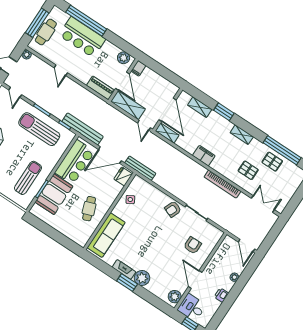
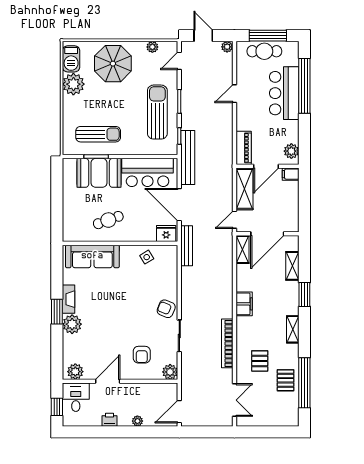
plant: (216, 234) -> (170, 372), added
armchair: (192, 245) -> (142, 355), turned 90

